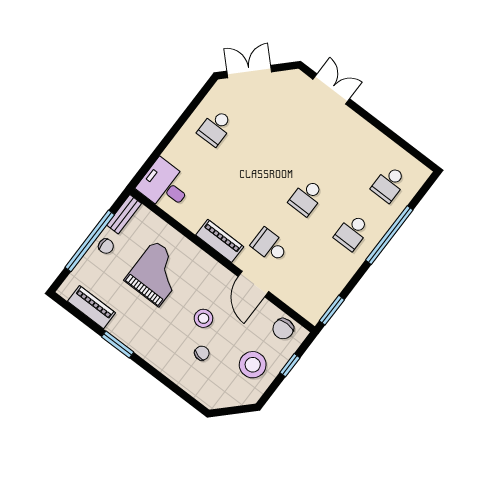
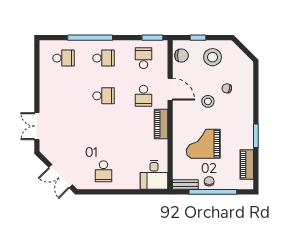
school desk: (216, 128) -> (103, 171), turned 90
school desk: (315, 281) -> (143, 58), added
door: (253, 284) -> (170, 89), hinge flipped

